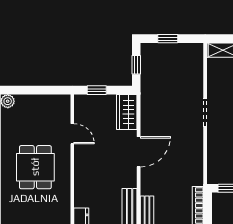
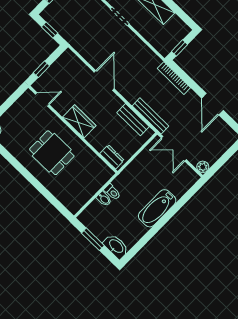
wardrobe: (127, 112) -> (79, 121), moved, turned 180
door: (72, 134) -> (42, 99), moved

